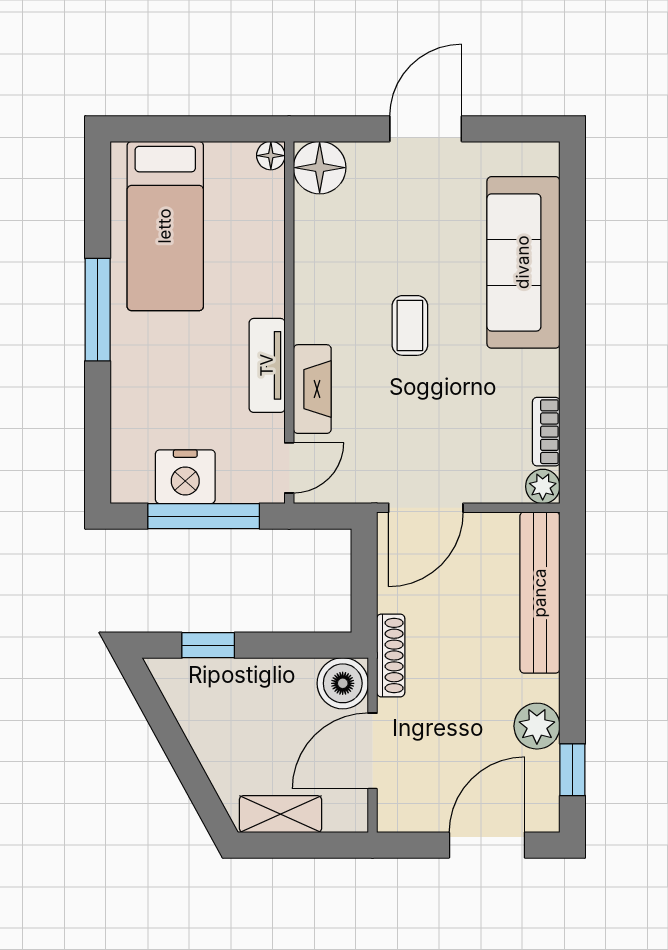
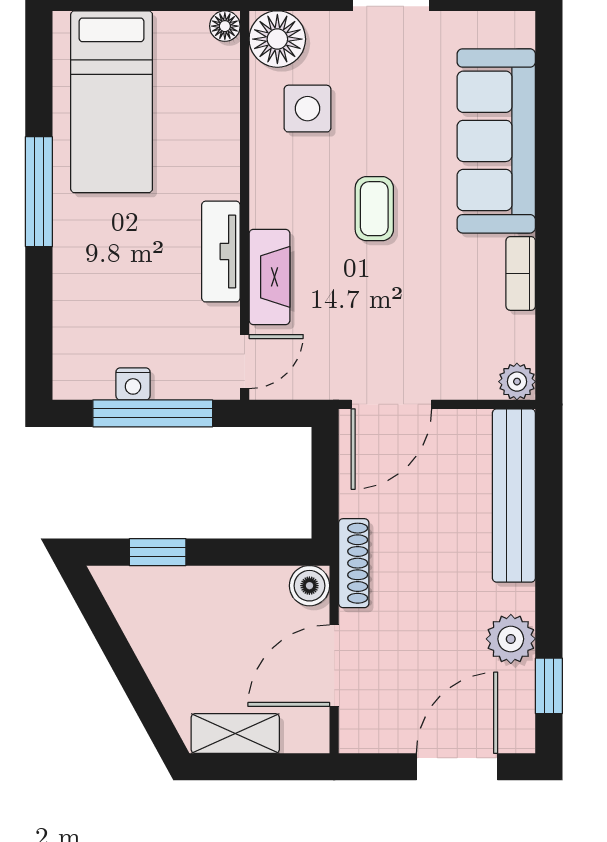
side table: (348, 232) -> (308, 109), added
bookcase: (546, 432) -> (521, 273), moved
nightstand: (185, 477) -> (133, 384), width x0.53, depth x0.56
boiler: (343, 683) -> (309, 586), width x0.73, depth x0.73

